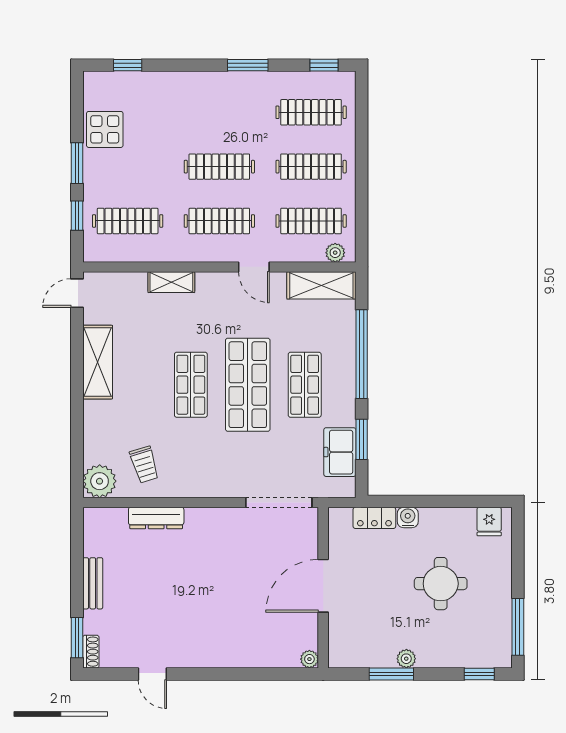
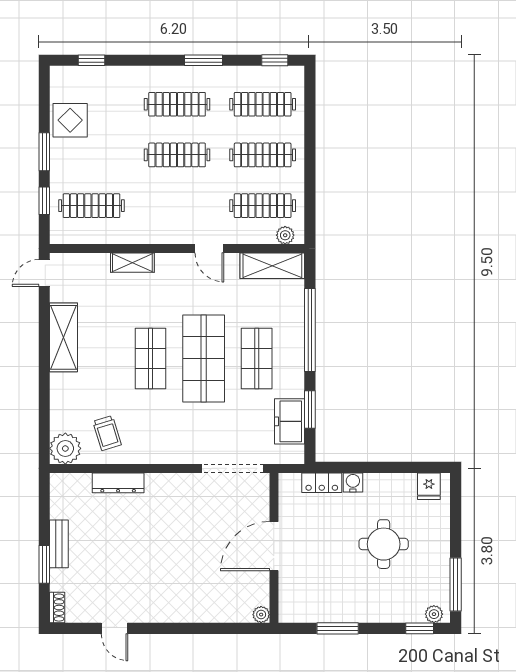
clothes rail: (219, 221) -> (177, 104), moved
window: (77, 638) -> (44, 564), moved
plant: (406, 659) -> (434, 614), moved

